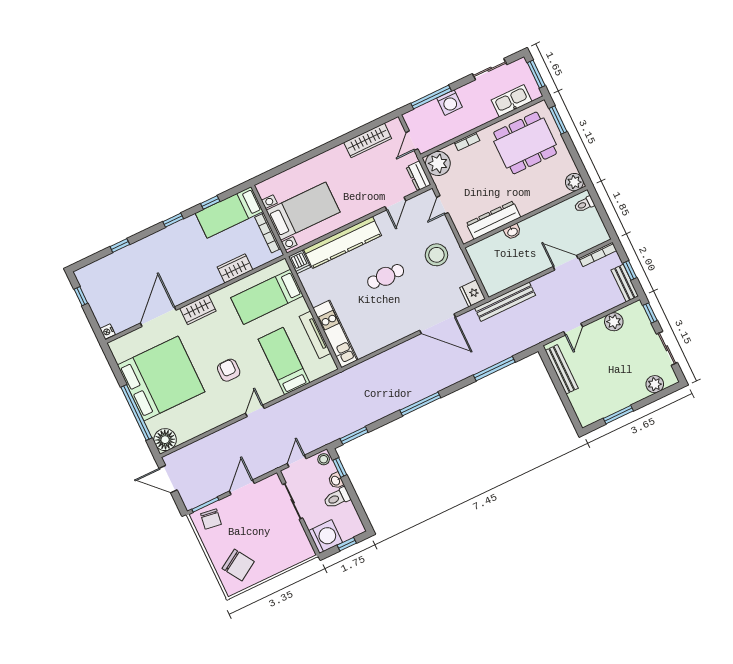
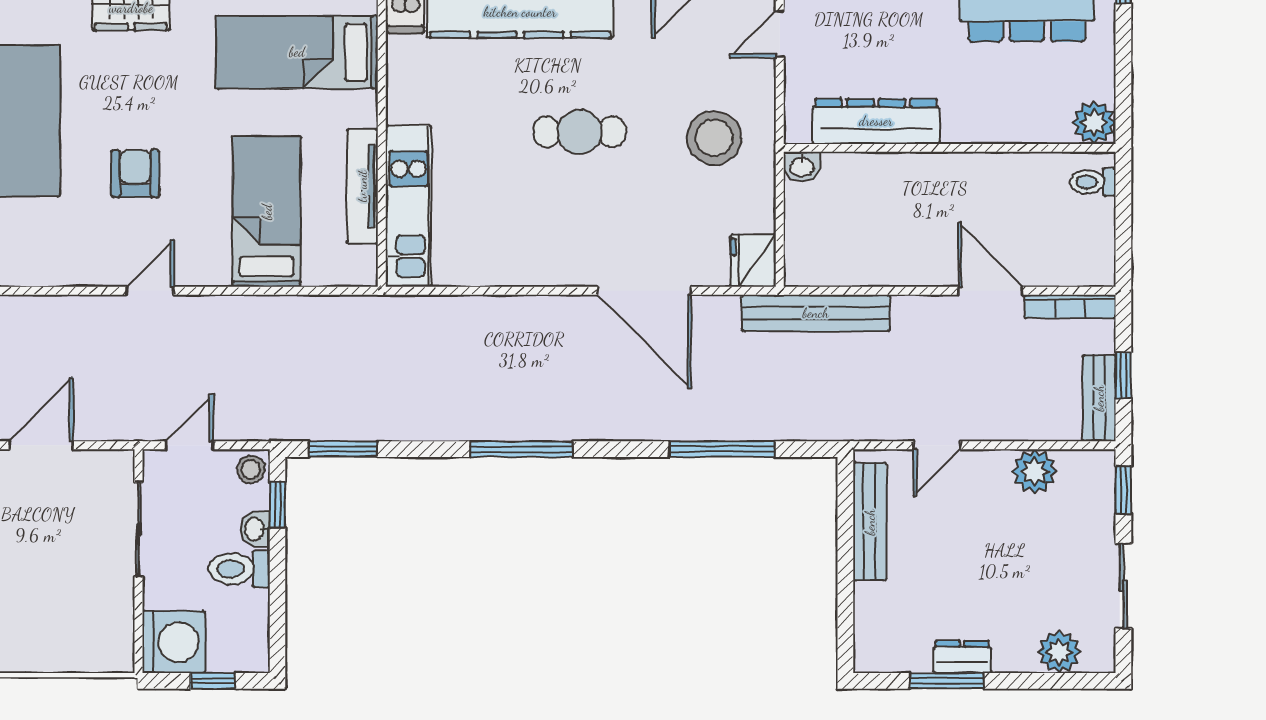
washbasin: (512, 232) -> (802, 167), moved
dresser: (620, 403) -> (962, 657), added

